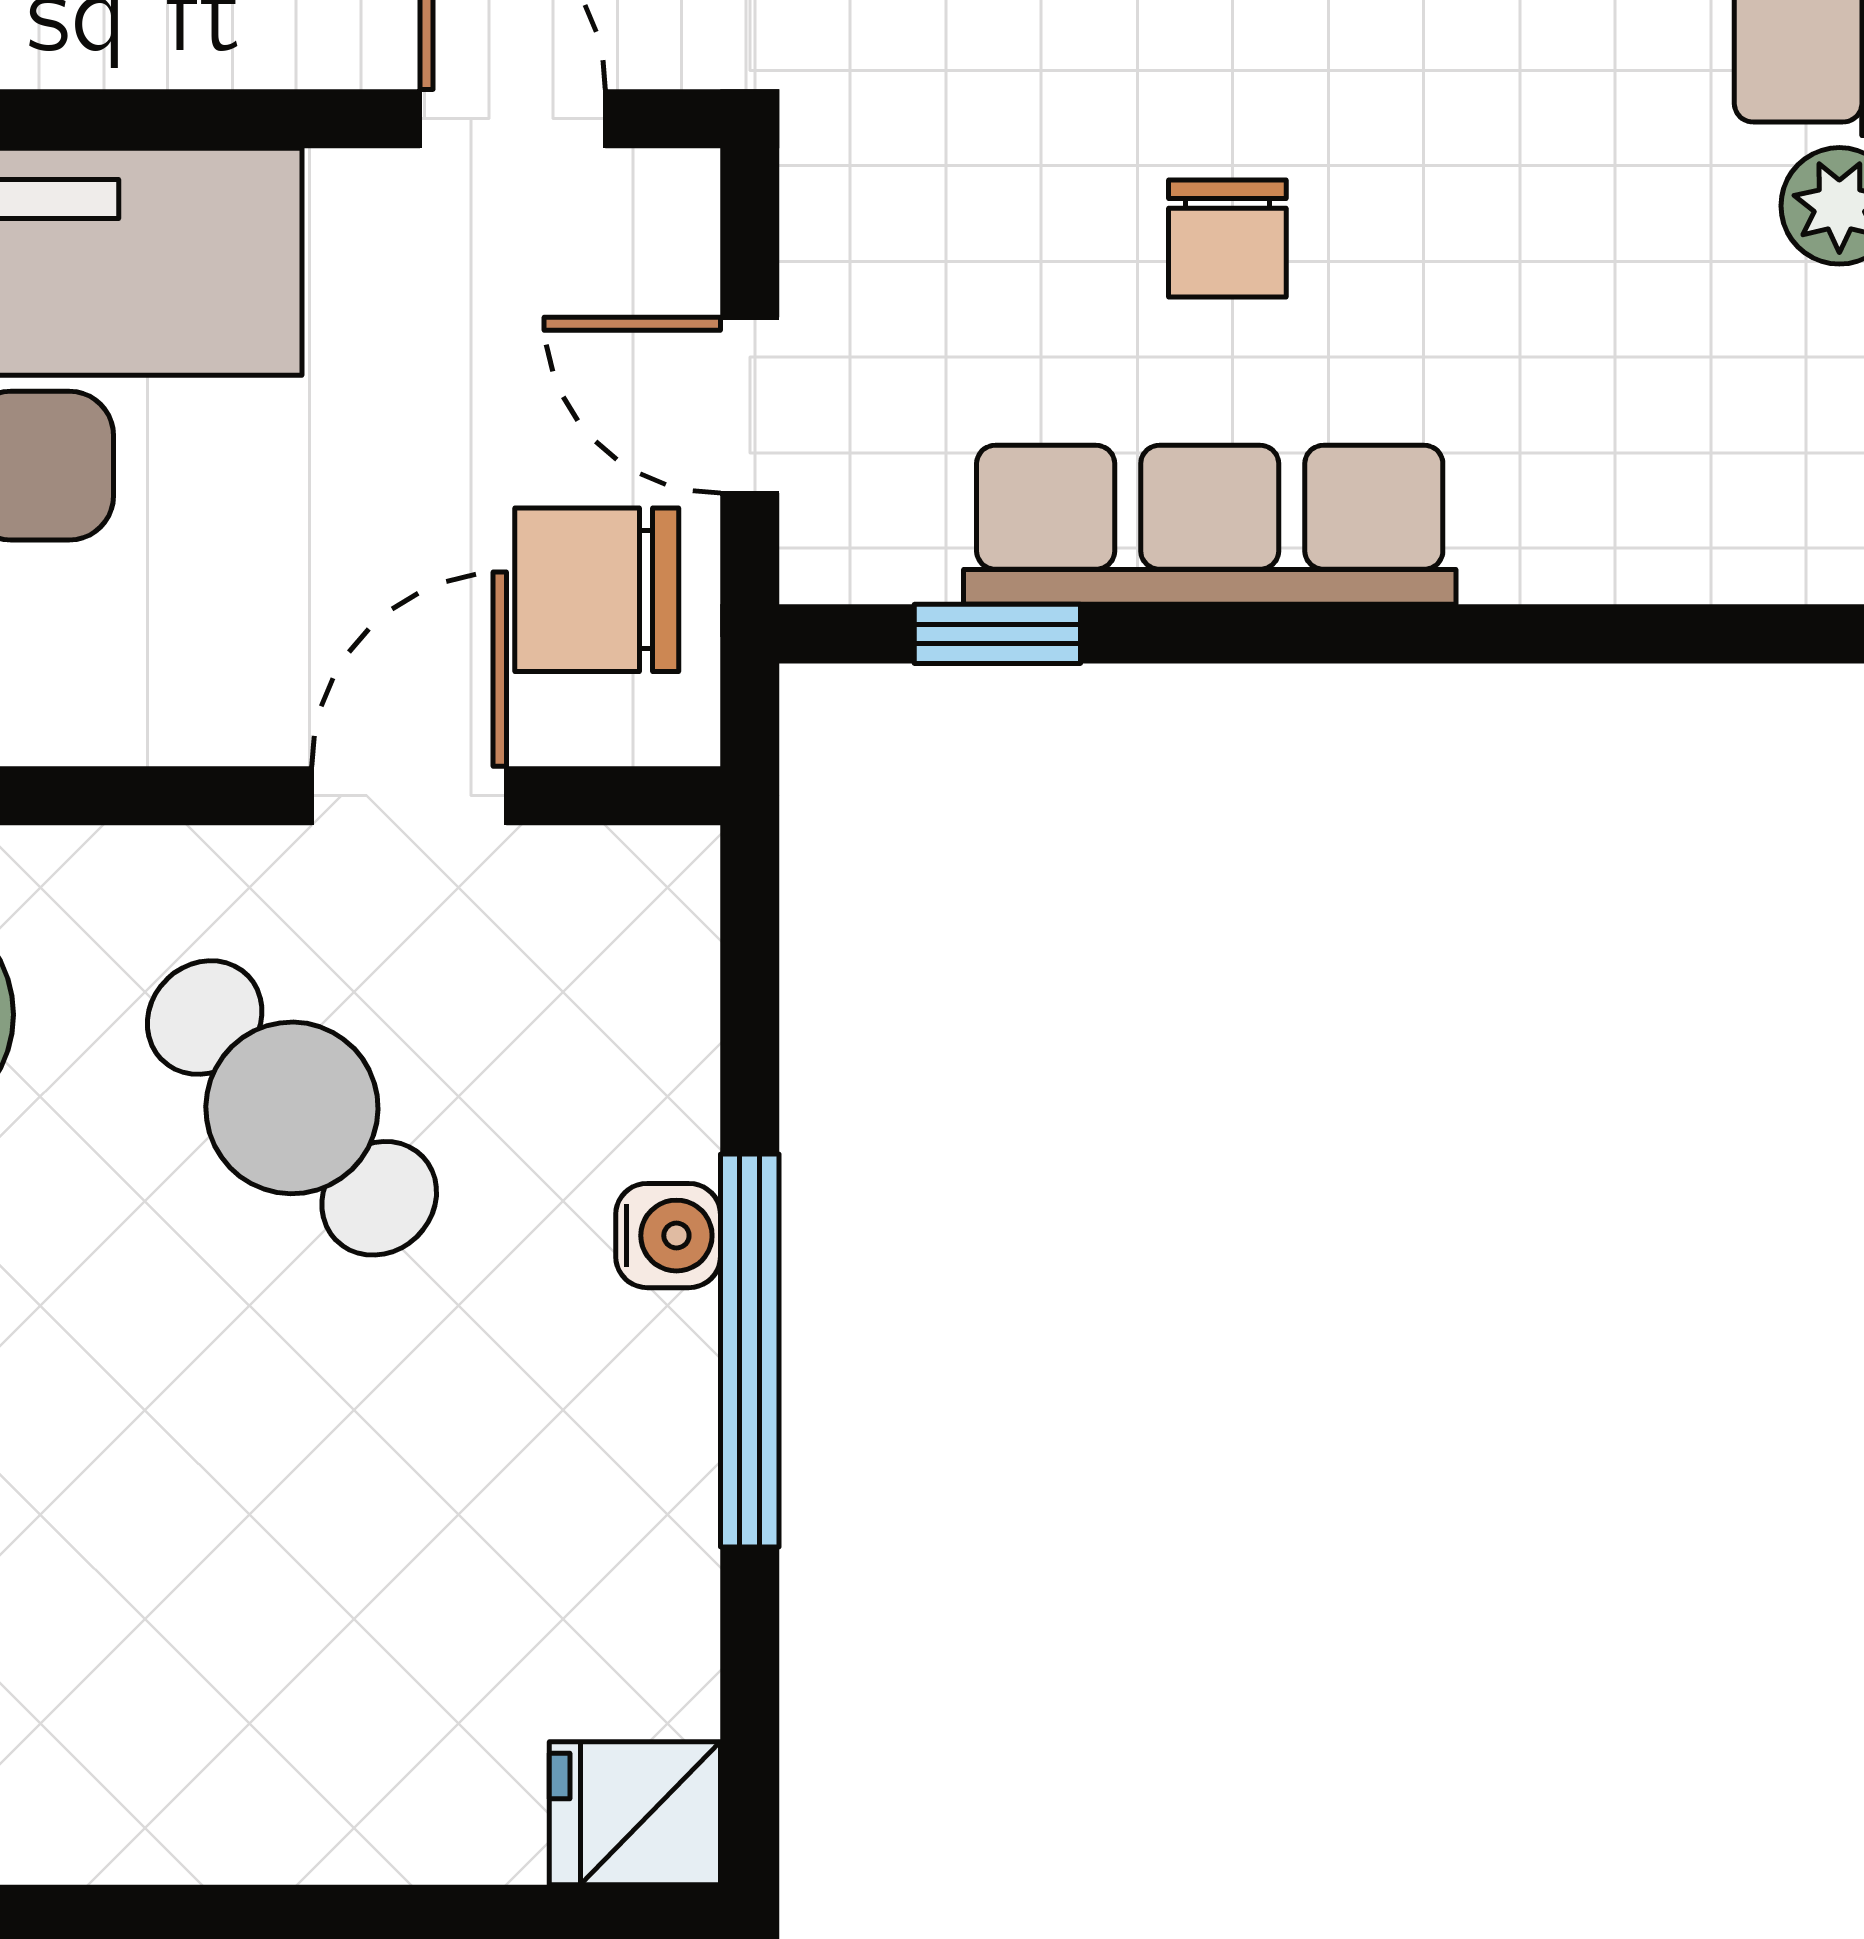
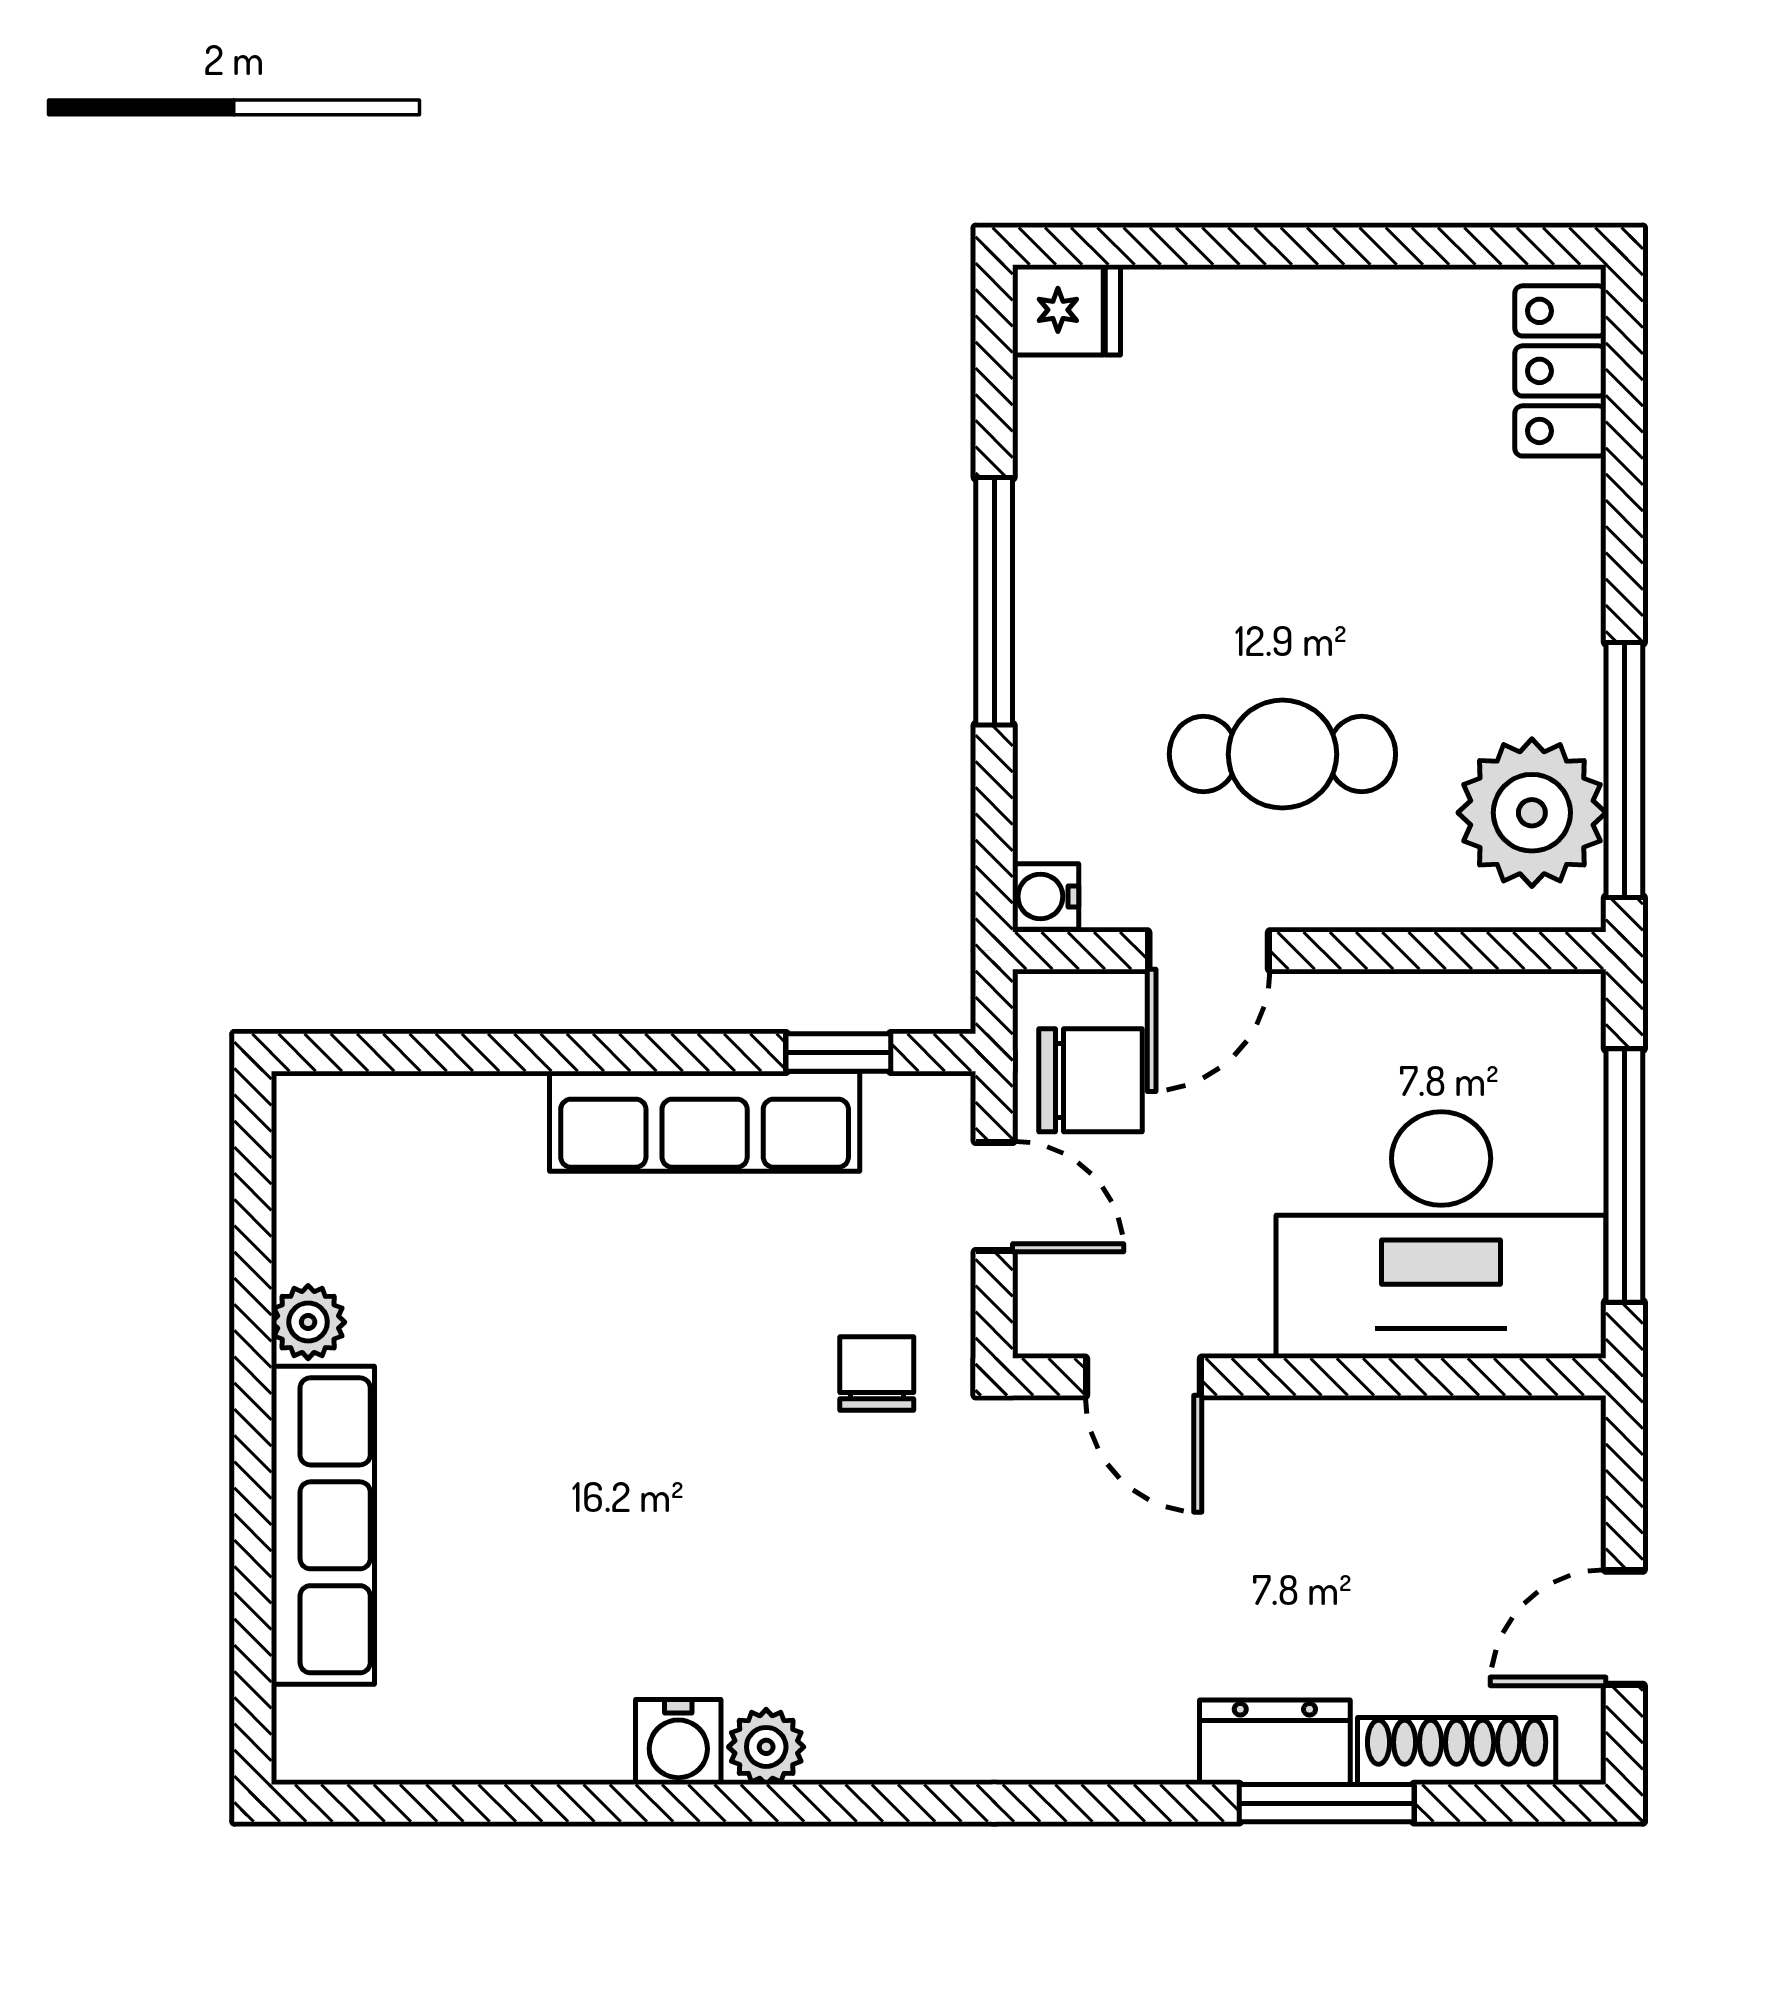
chair: (1227, 239) -> (877, 1373), moved
cafe table: (292, 1108) -> (1282, 754), turned -46
water cooler: (668, 1236) -> (1046, 896), moved

